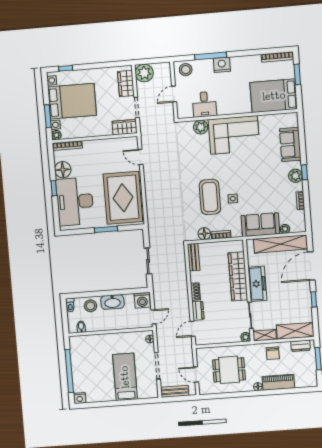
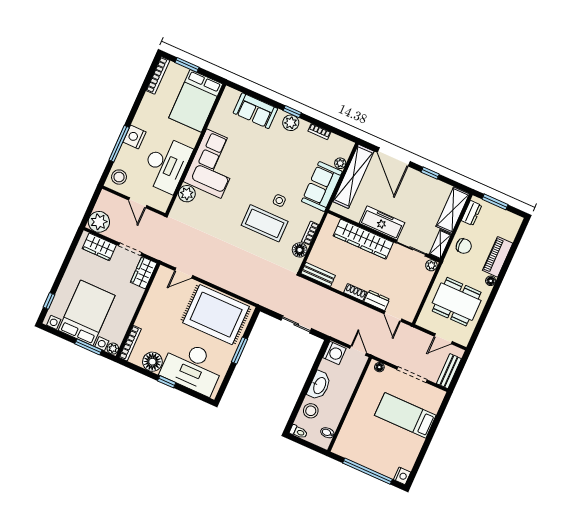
desk: (204, 104) -> (166, 164), width x1.87, depth x1.30
dining table: (229, 370) -> (457, 302), width x1.38

